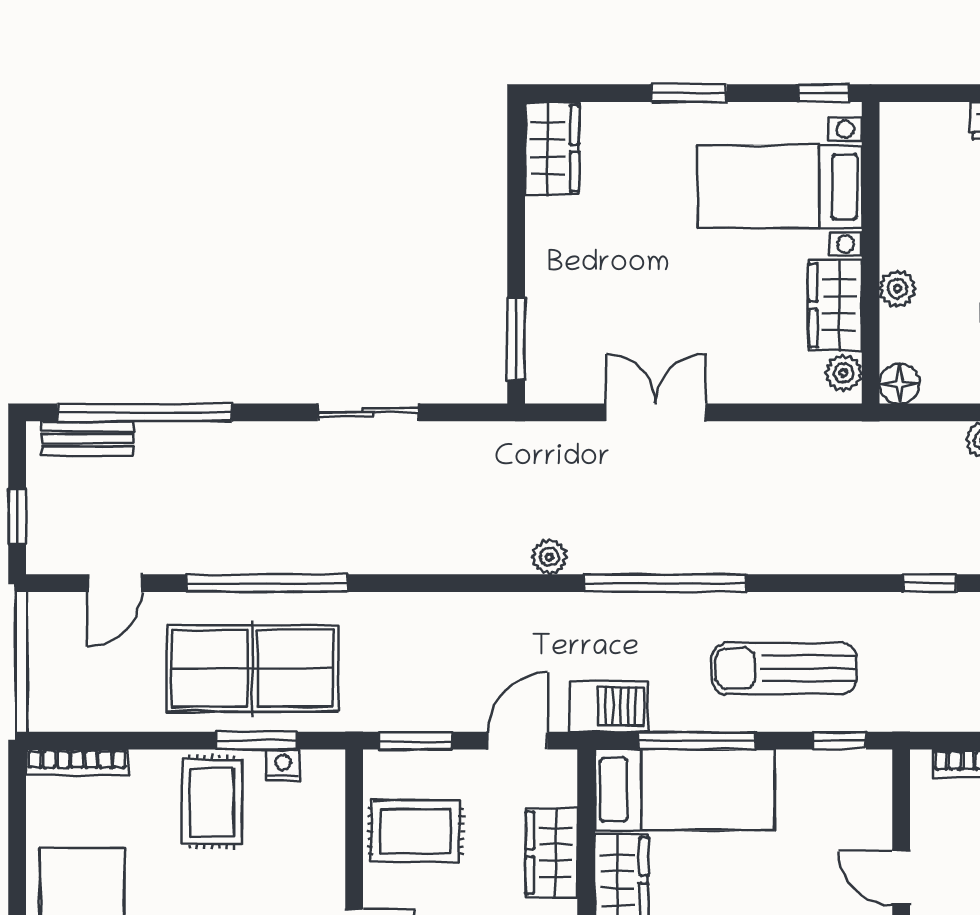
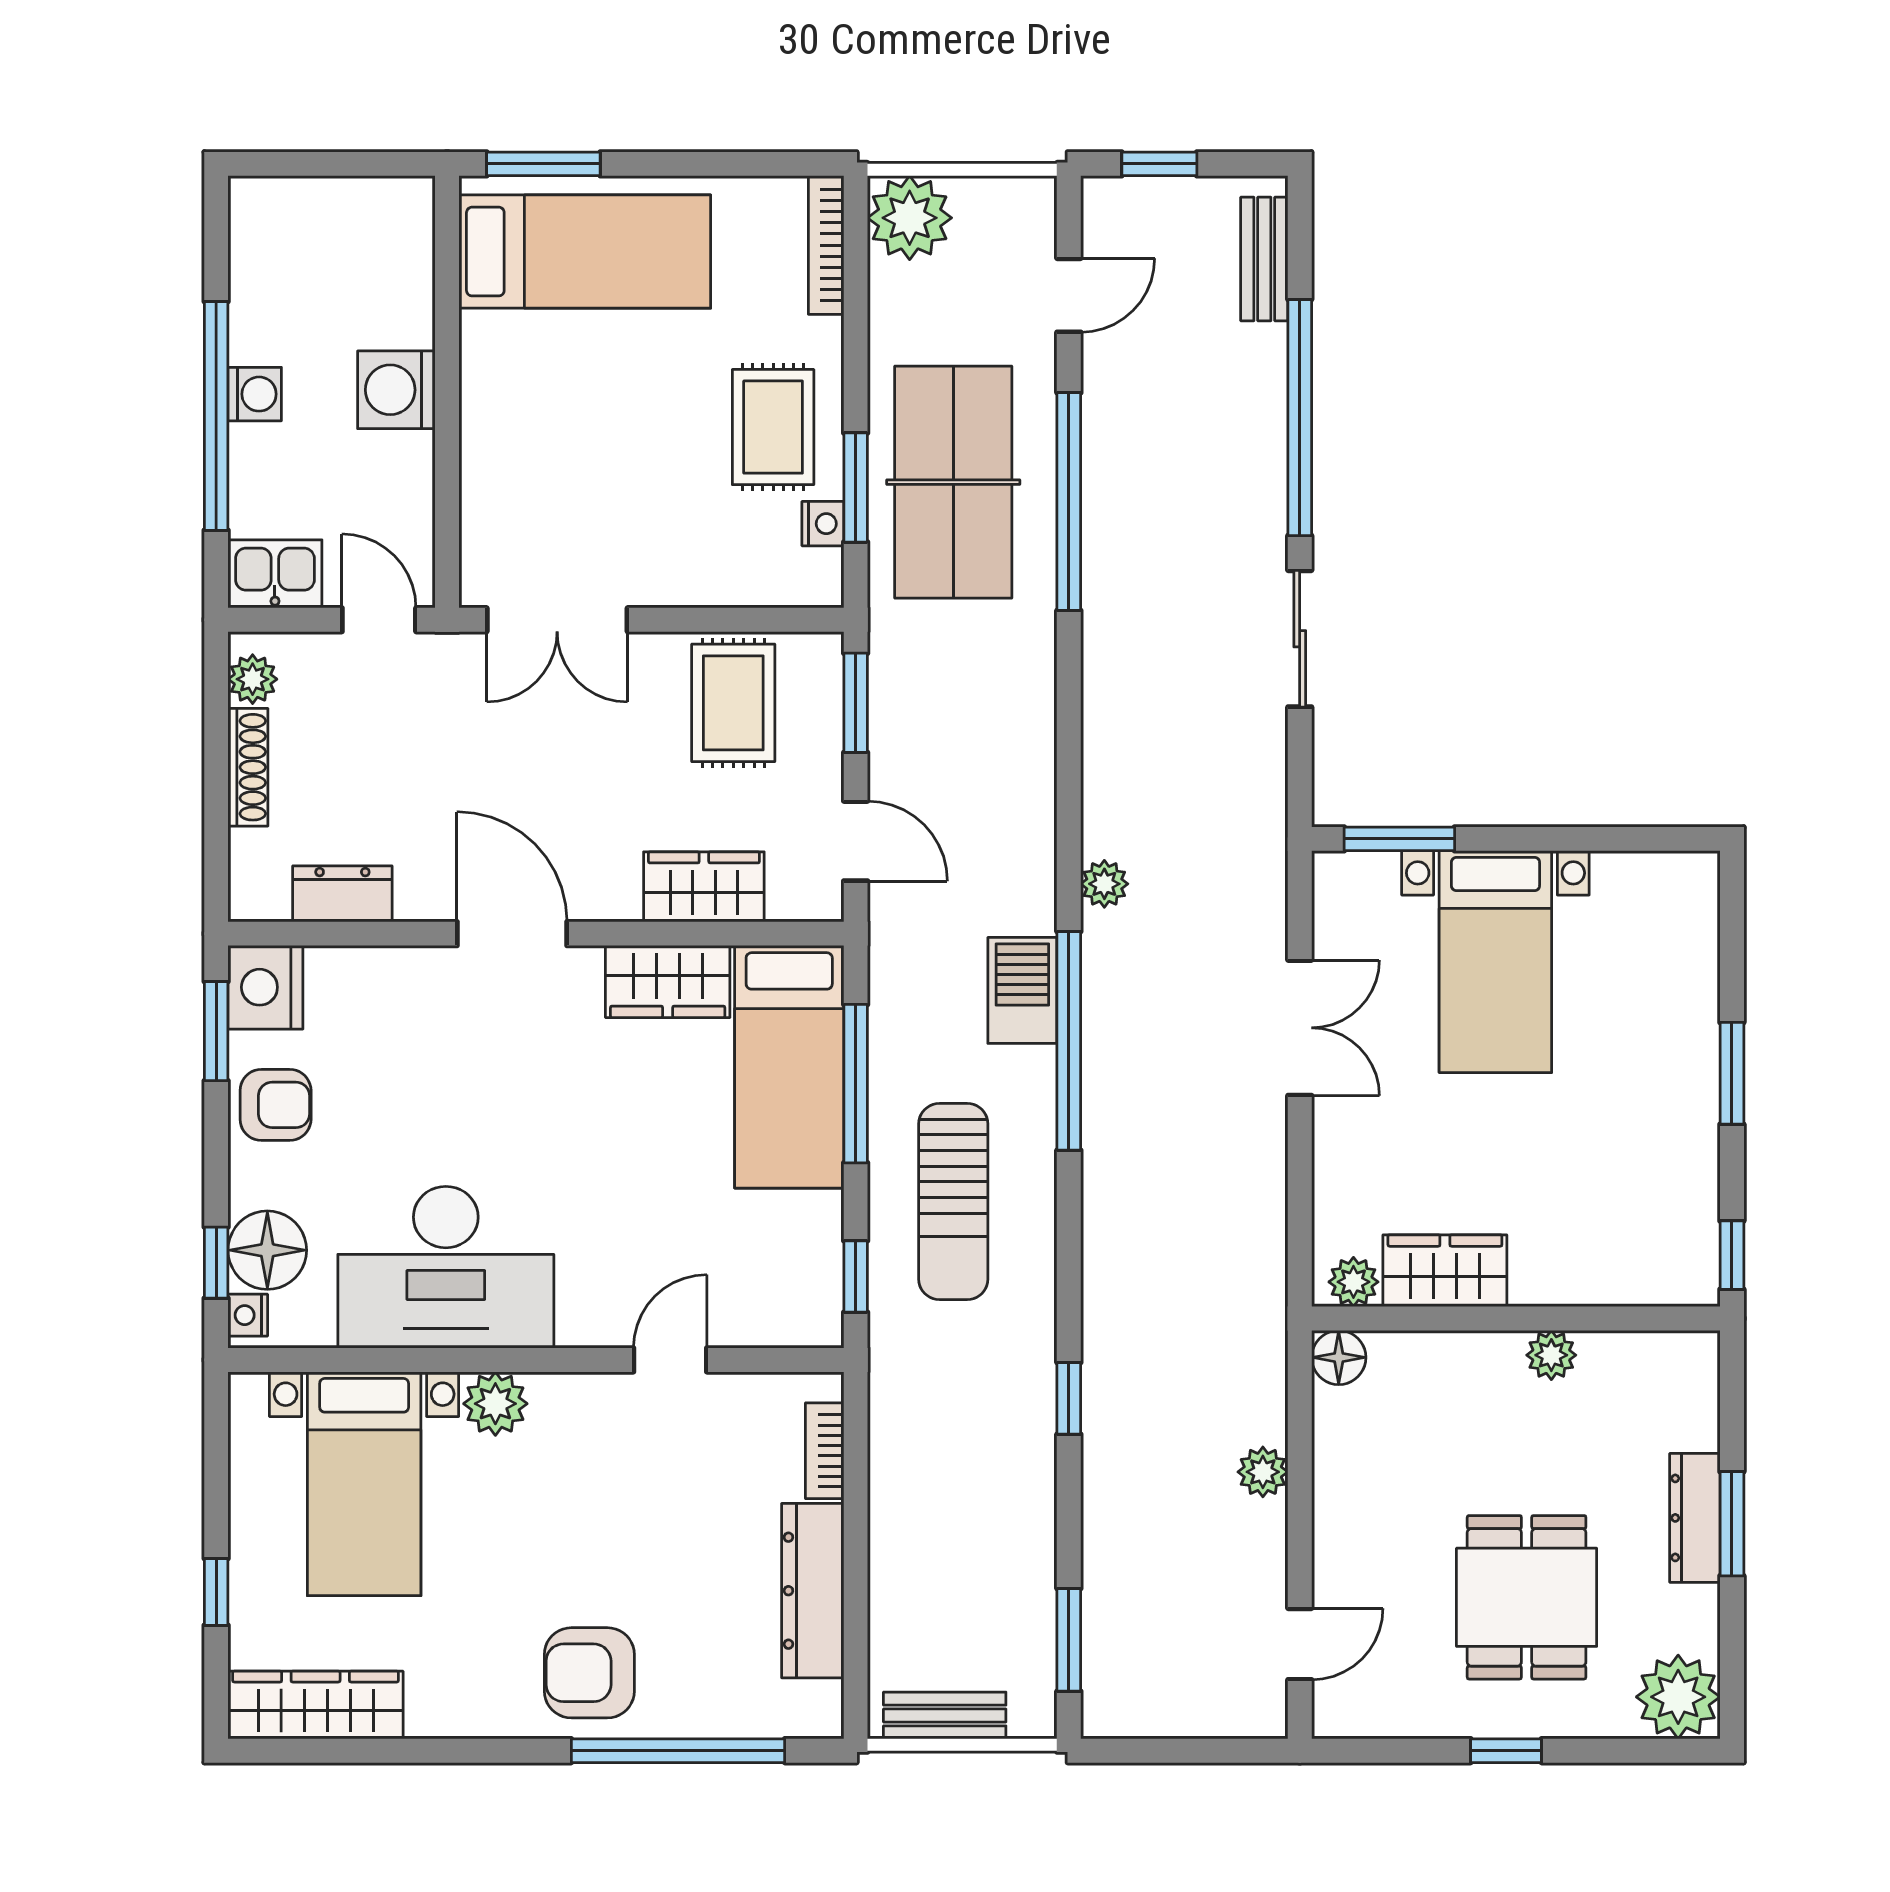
wardrobe: (552, 148) -> (1657, 887), removed
bed with nightstands: (780, 187) -> (1495, 962), moved, turned 180
plant: (898, 288) -> (1551, 1355), moved
window: (145, 412) -> (1300, 418), moved
door: (114, 583) -> (1069, 295), swing flipped
sun lounger: (784, 668) -> (953, 1202), turned 180
plant: (57, 701) -> (910, 218), added
barbecue: (609, 706) -> (1022, 990), moved, turned 180
rug: (212, 802) -> (773, 427), turned 90

